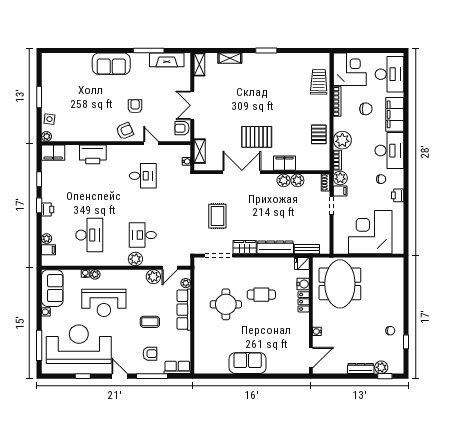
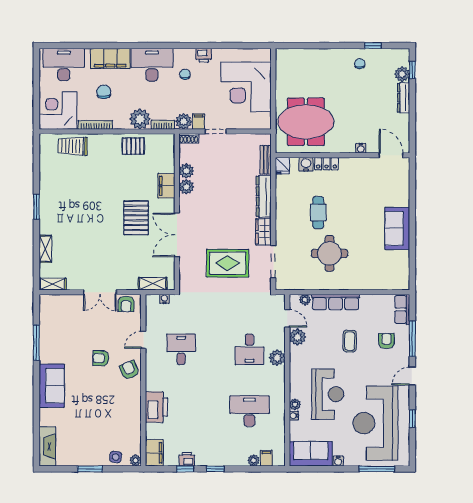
fireplace: (167, 60) -> (47, 446), moved
printer: (48, 209) -> (187, 459), moved
rug: (217, 216) -> (228, 263), width x1.36, depth x1.43

